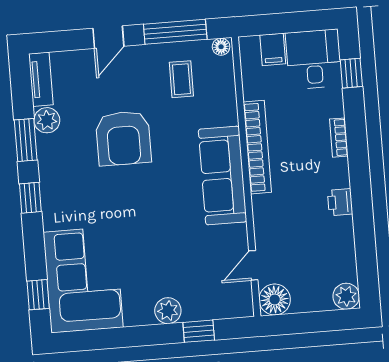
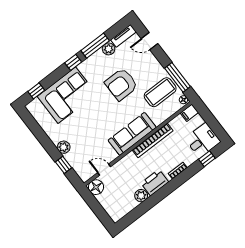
door: (108, 37) -> (150, 41), moved
filing cabinet: (273, 49) -> (189, 113), moved
coffee table: (181, 79) -> (160, 92), width x1.86, depth x1.72
window: (26, 140) -> (95, 46), width x1.44
printer: (340, 202) -> (155, 183), width x1.87, depth x1.48
corner sofa: (83, 280) -> (67, 95), moved
plant: (346, 296) -> (141, 196), moved

